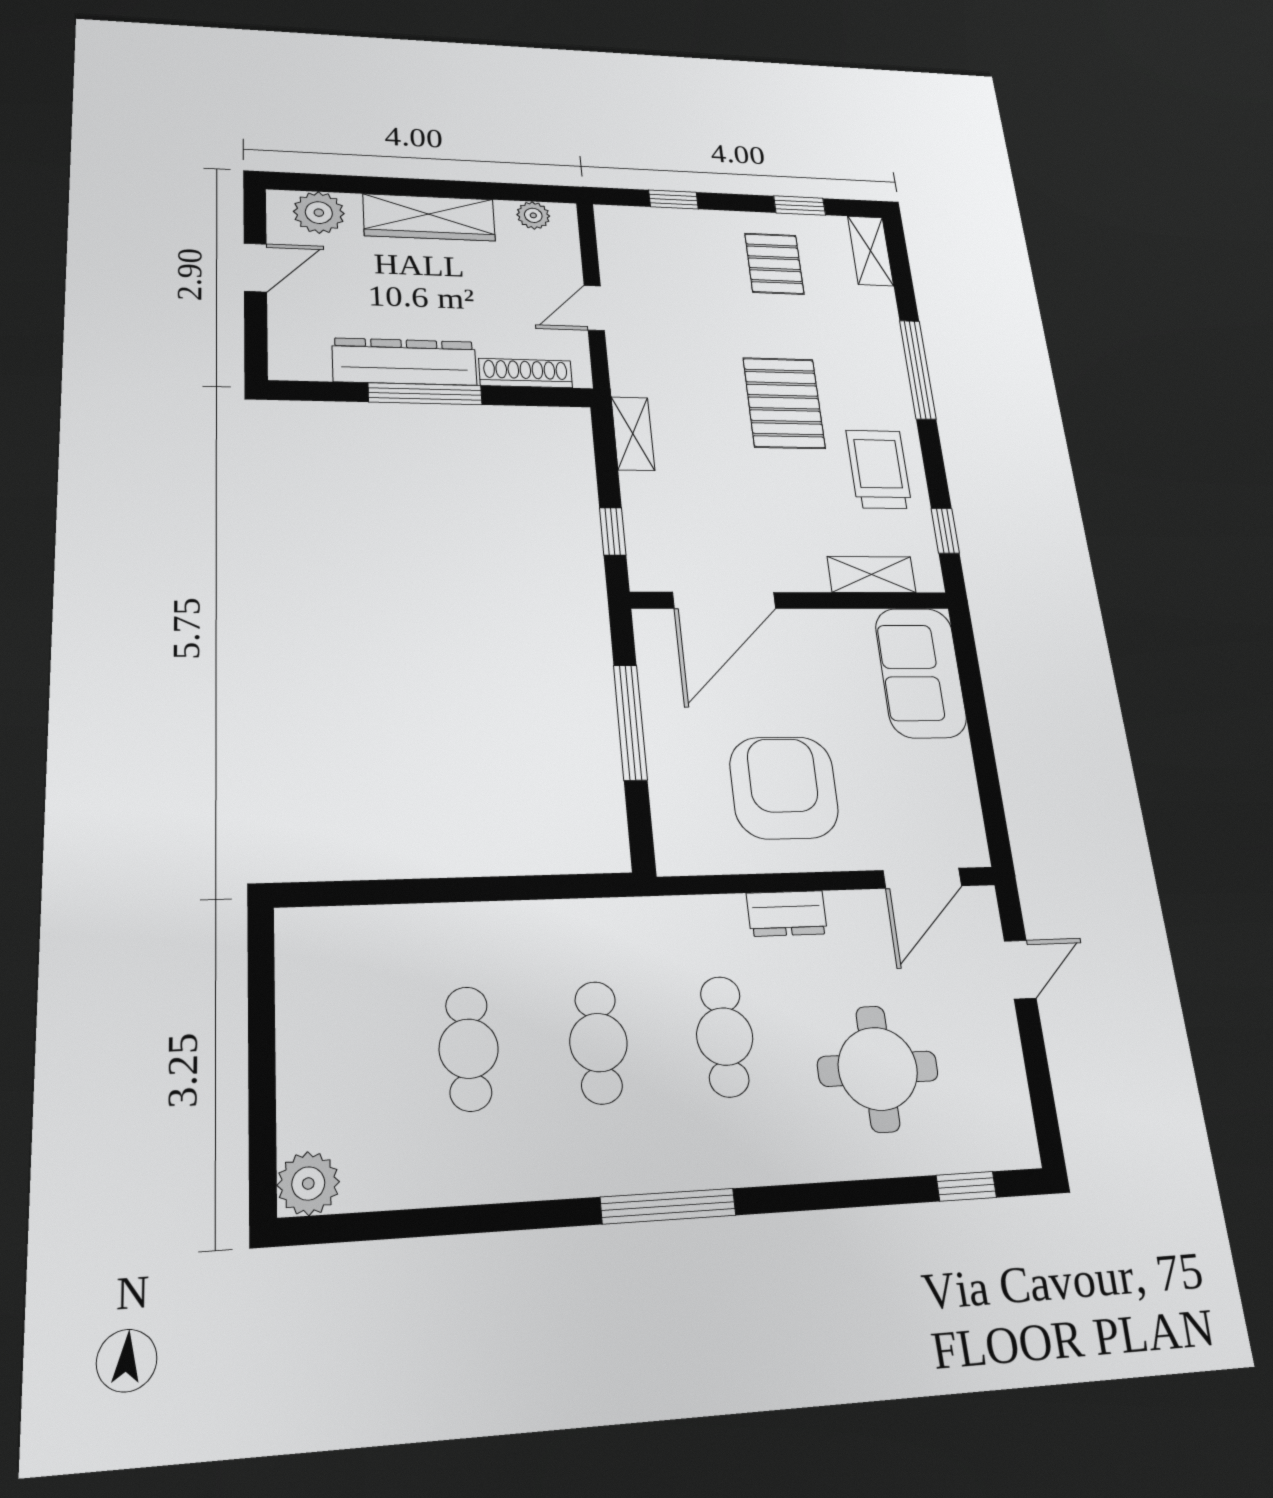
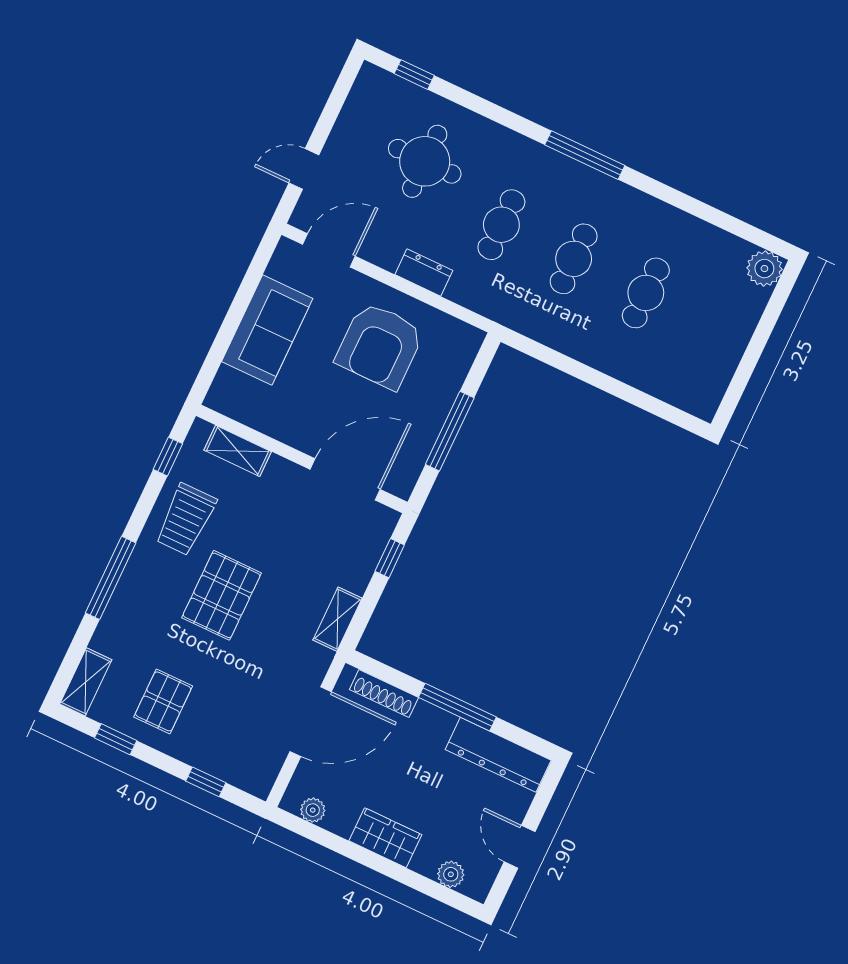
plant: (319, 213) -> (451, 874), width x0.73, depth x0.73
wardrobe: (429, 218) -> (385, 838), width x0.67
door: (255, 267) -> (520, 847), hinge flipped
door: (594, 308) -> (311, 722), width x1.88
dresser: (405, 362) -> (498, 755), moved
sofa: (921, 673) -> (267, 330), moved

